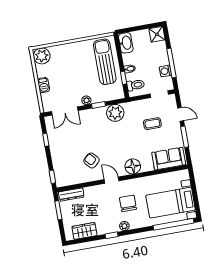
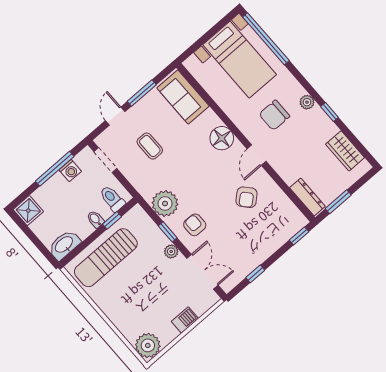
armchair: (93, 122) -> (195, 225), added

